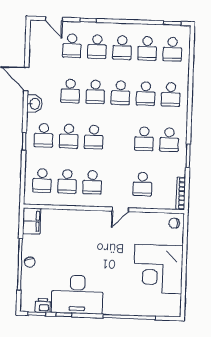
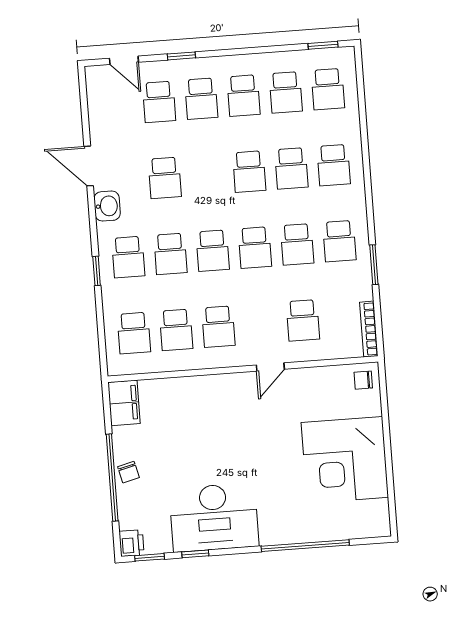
school desk: (95, 92) -> (255, 248), moved
printer: (43, 305) -> (132, 543), moved, turned 90

